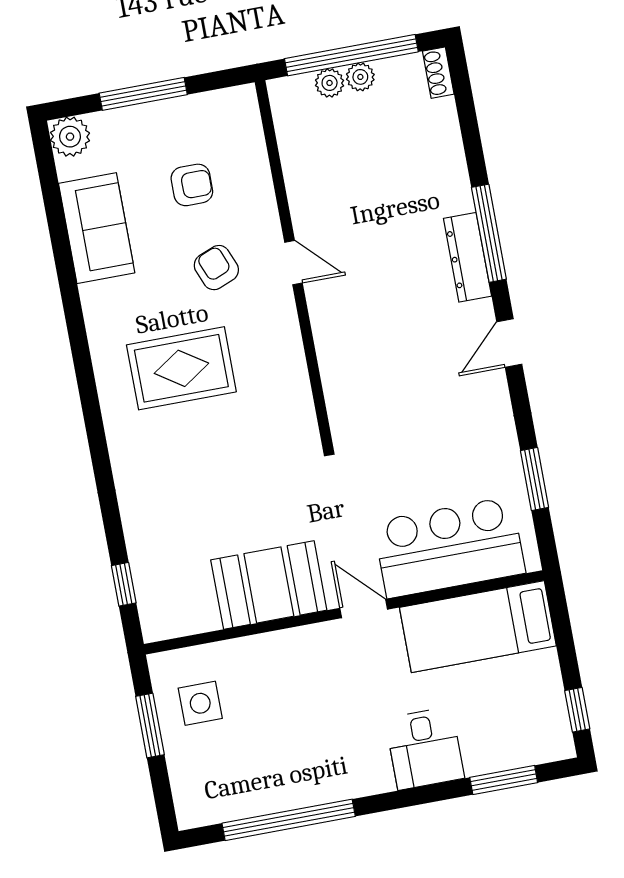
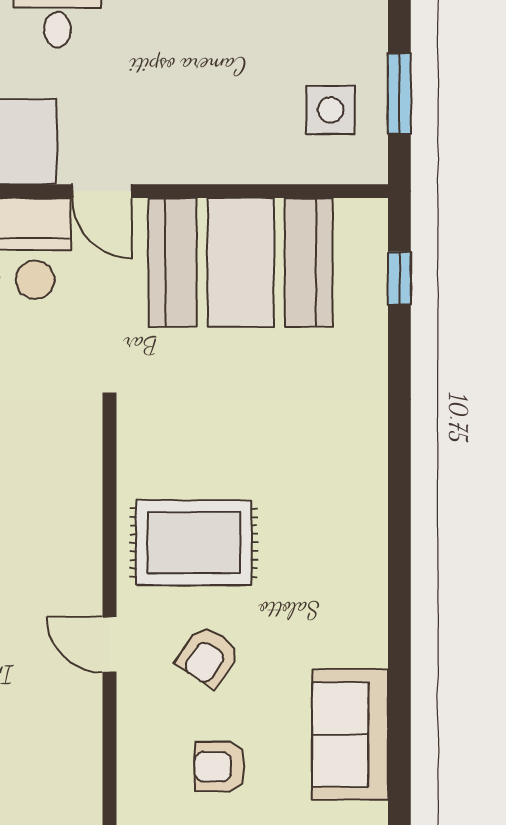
armchair: (216, 268) -> (208, 657), turned 56
rug: (181, 368) -> (194, 543), moved
booth: (269, 585) -> (241, 262), width x1.36, depth x1.42

